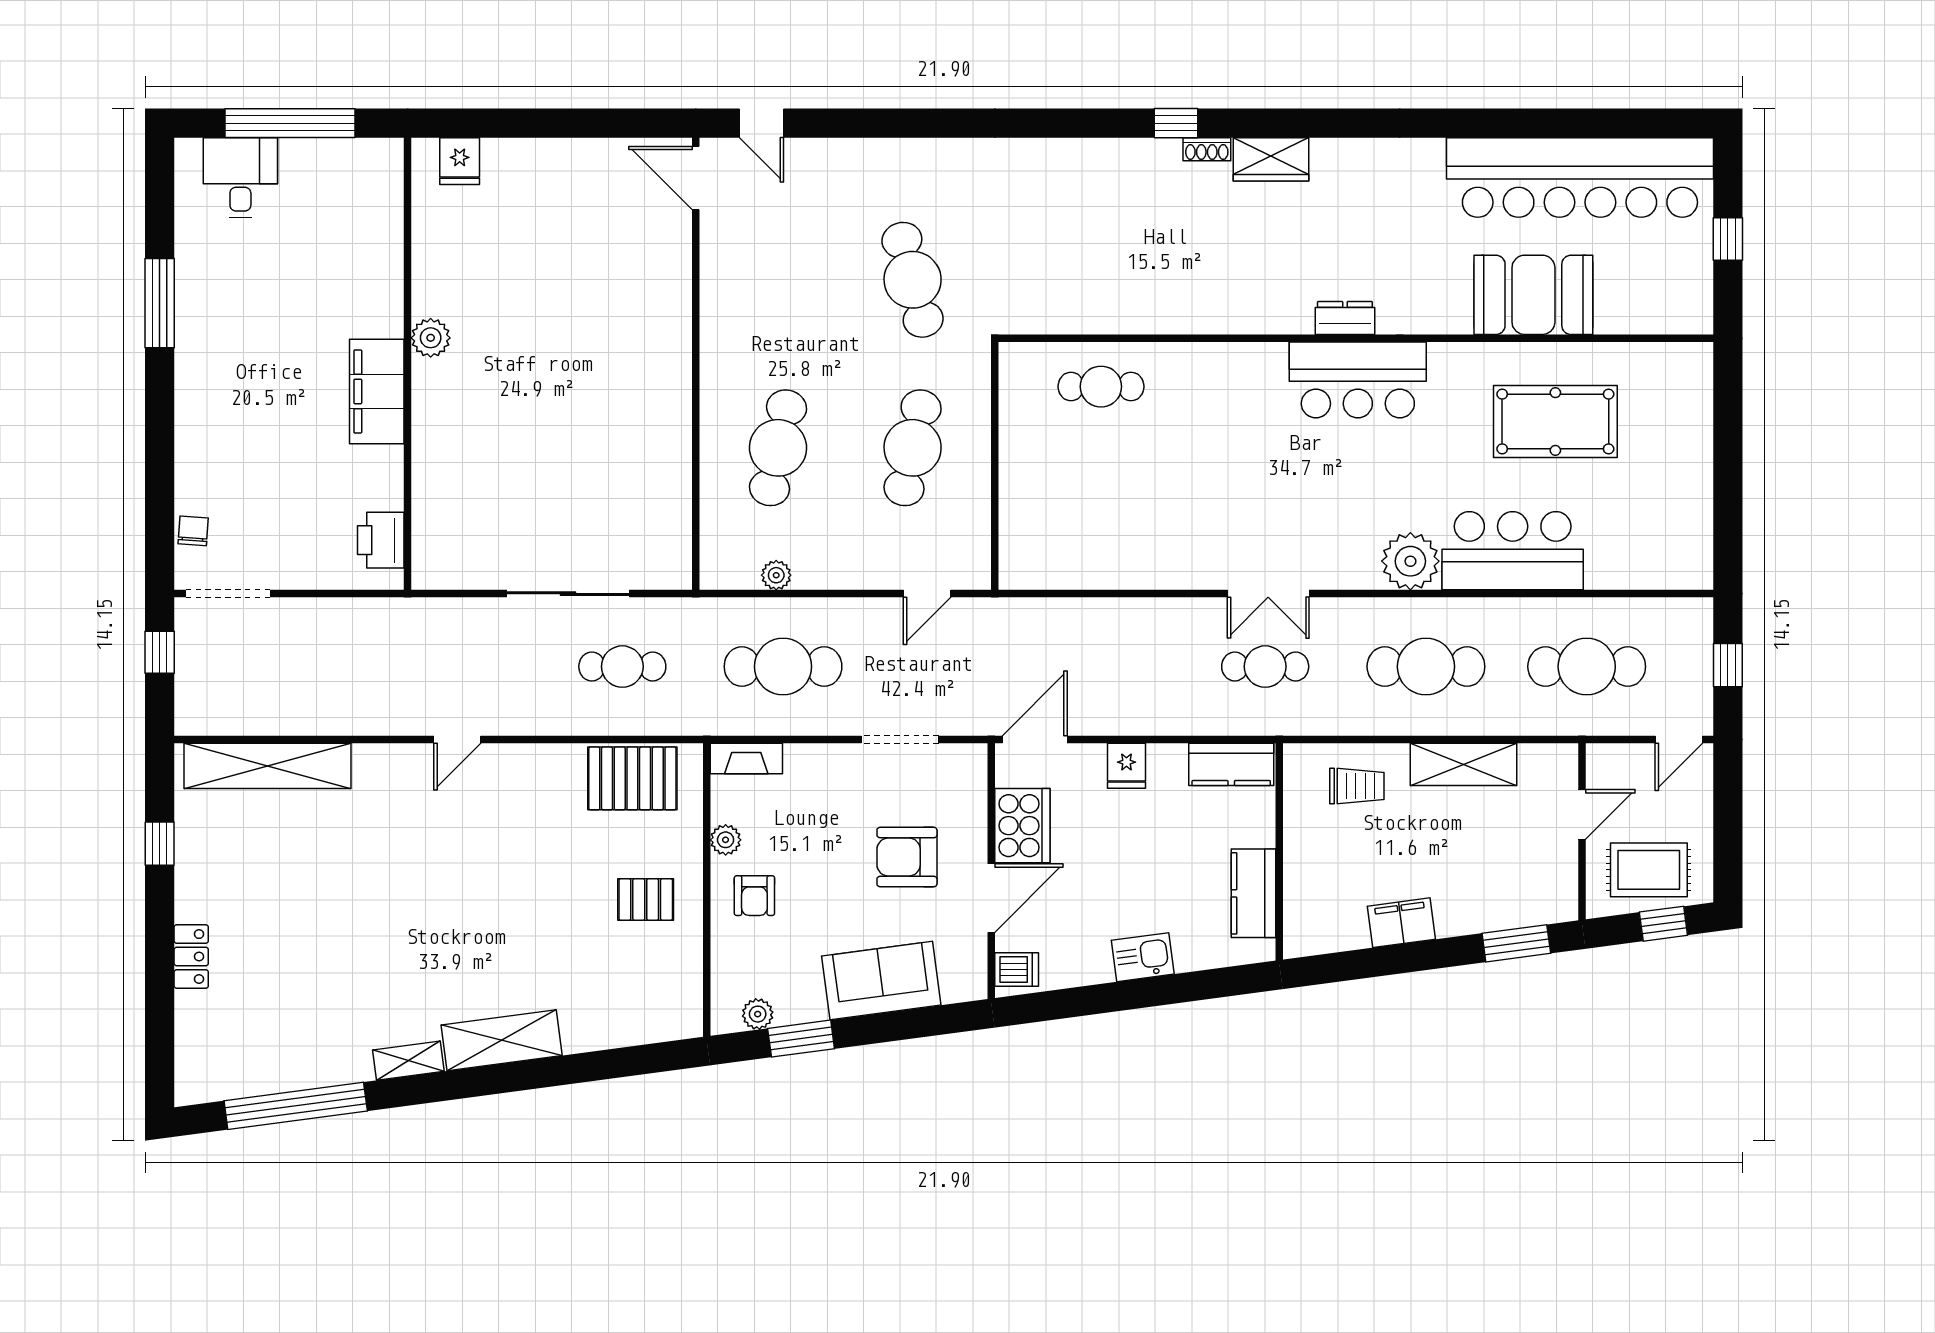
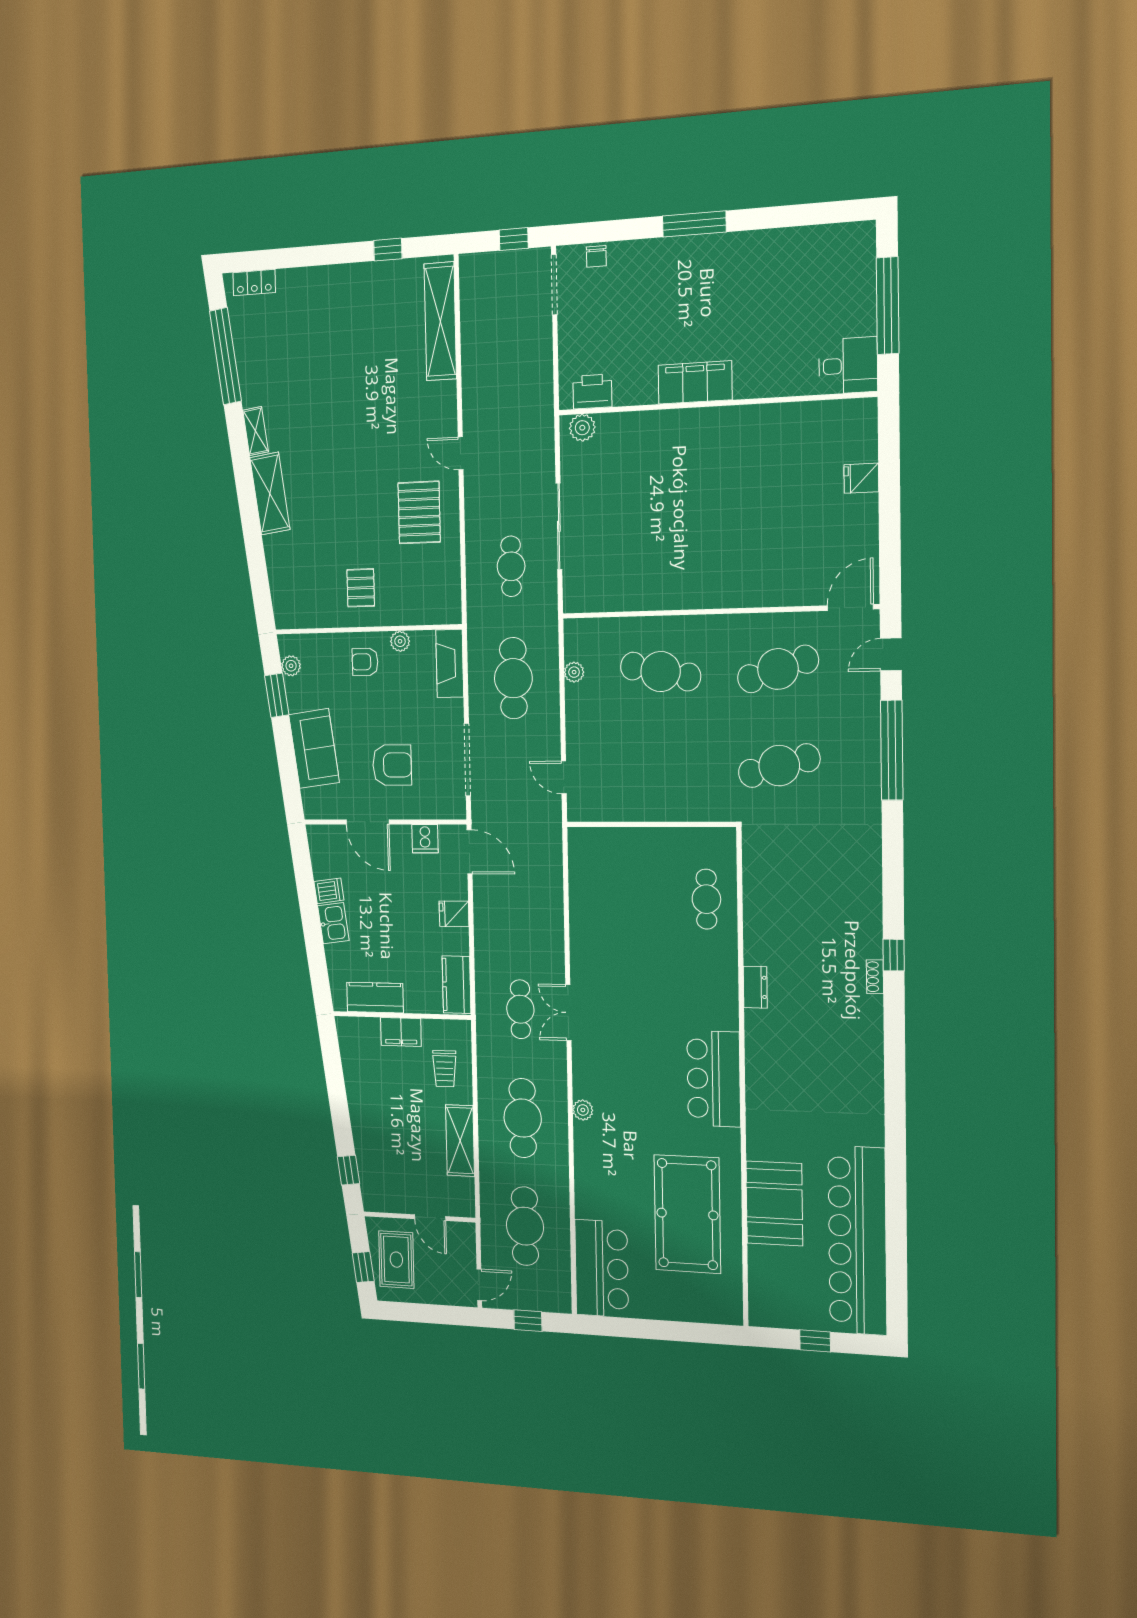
window: (893, 123) -> (892, 750), added
wardrobe: (1271, 159) -> (868, 1022), removed
fridge: (460, 161) -> (861, 478), moved
desk: (240, 178) -> (848, 366), moved
window: (160, 303) -> (694, 224), moved
dresser: (1345, 318) -> (755, 987), moved
plant: (431, 338) -> (582, 428), moved
pool table: (1555, 422) -> (687, 1214), width x1.36, depth x1.32
cafe table: (913, 448) -> (778, 669), moved, turned -30
chair: (193, 531) -> (596, 256), turned 86
bar counter: (1513, 551) -> (602, 1268), moved
plant: (1410, 561) -> (583, 1110), width x0.53, depth x0.53
doorway: (900, 739) -> (467, 760), width x1.36
door: (1679, 739) -> (479, 1285), swing flipped
fireplace: (746, 759) -> (450, 663), width x1.37, depth x1.32
pallet: (632, 778) -> (419, 512), moved
cooker: (1022, 826) -> (425, 839), width x0.53, depth x0.76
armchair: (907, 857) -> (392, 765), turned 90
filing cabinet: (1401, 923) -> (401, 1032), moved, turned 98
window: (1516, 943) -> (348, 1170), width x0.67
locker: (191, 957) -> (254, 283), moved
dishwasher: (1017, 970) -> (329, 891), moved, turned -98

